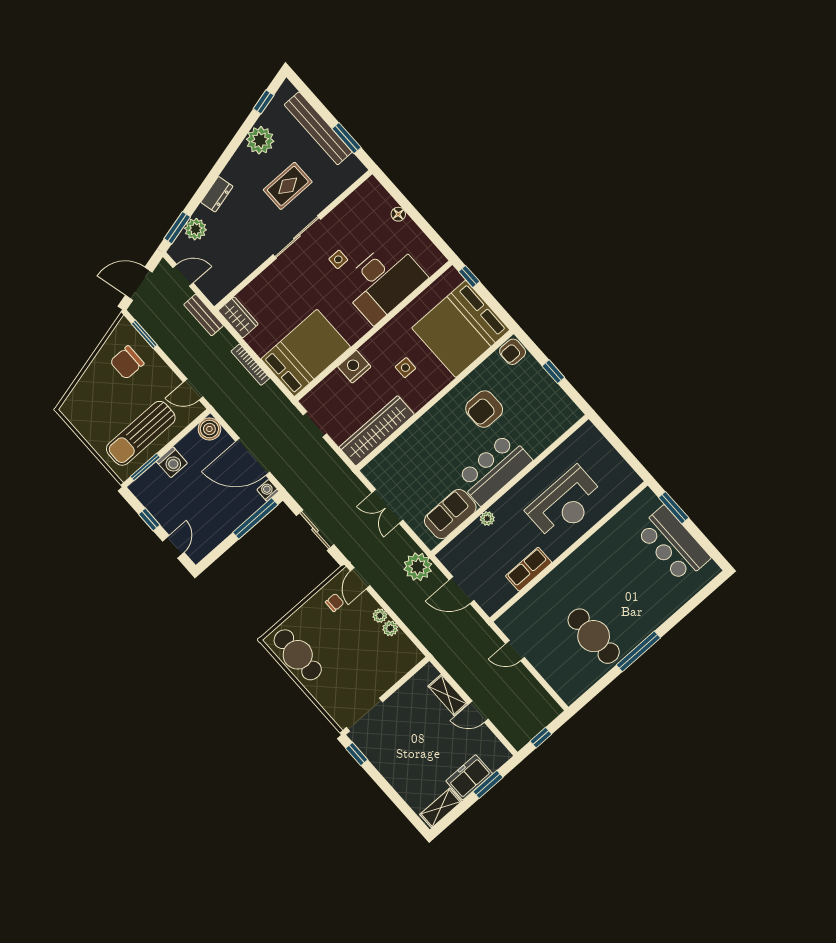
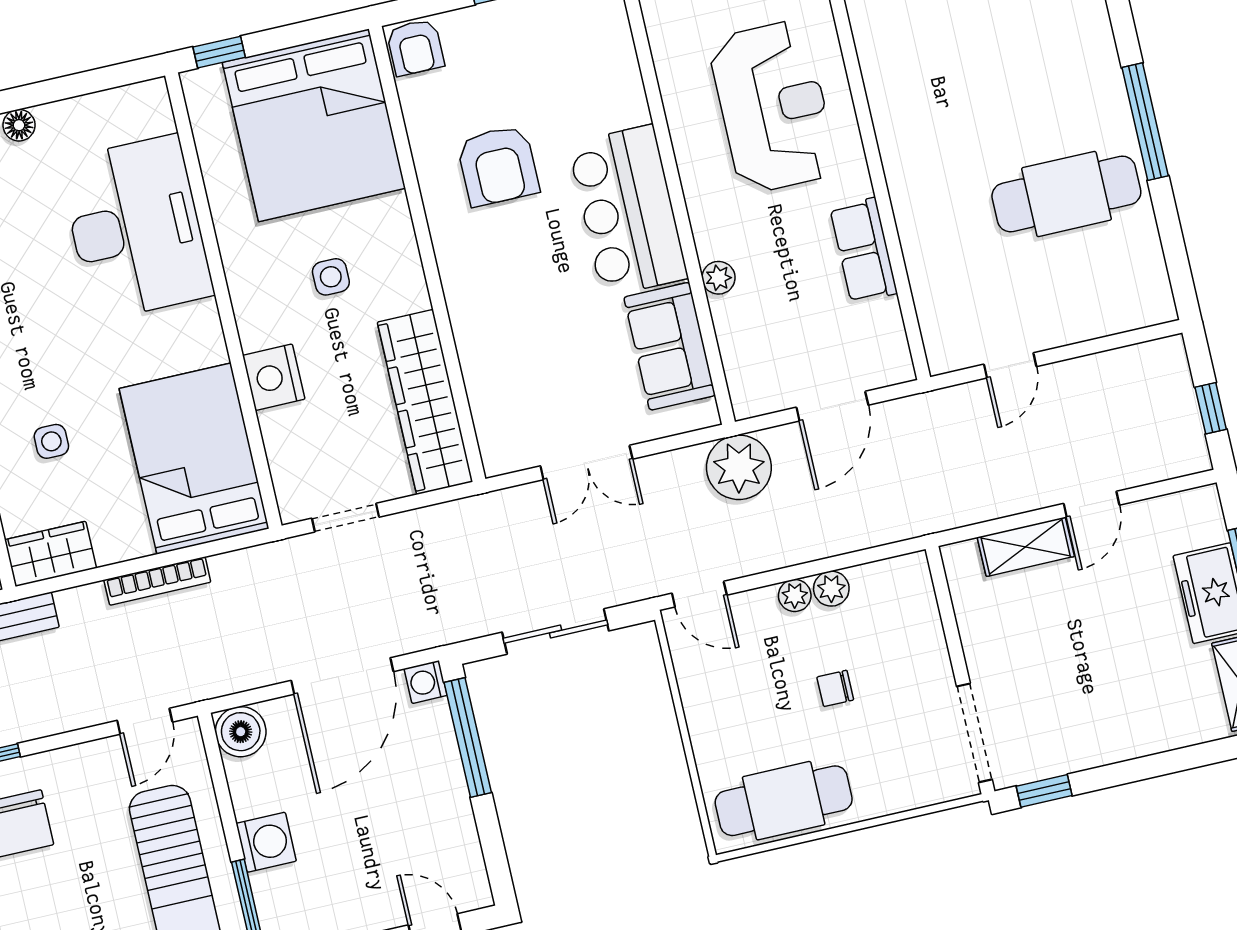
side table: (338, 259) -> (51, 441), moved
chair: (335, 602) -> (835, 688), moved, turned -90

